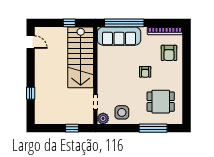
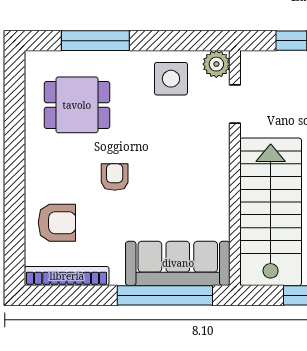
armchair: (169, 53) -> (57, 223), turned 90

